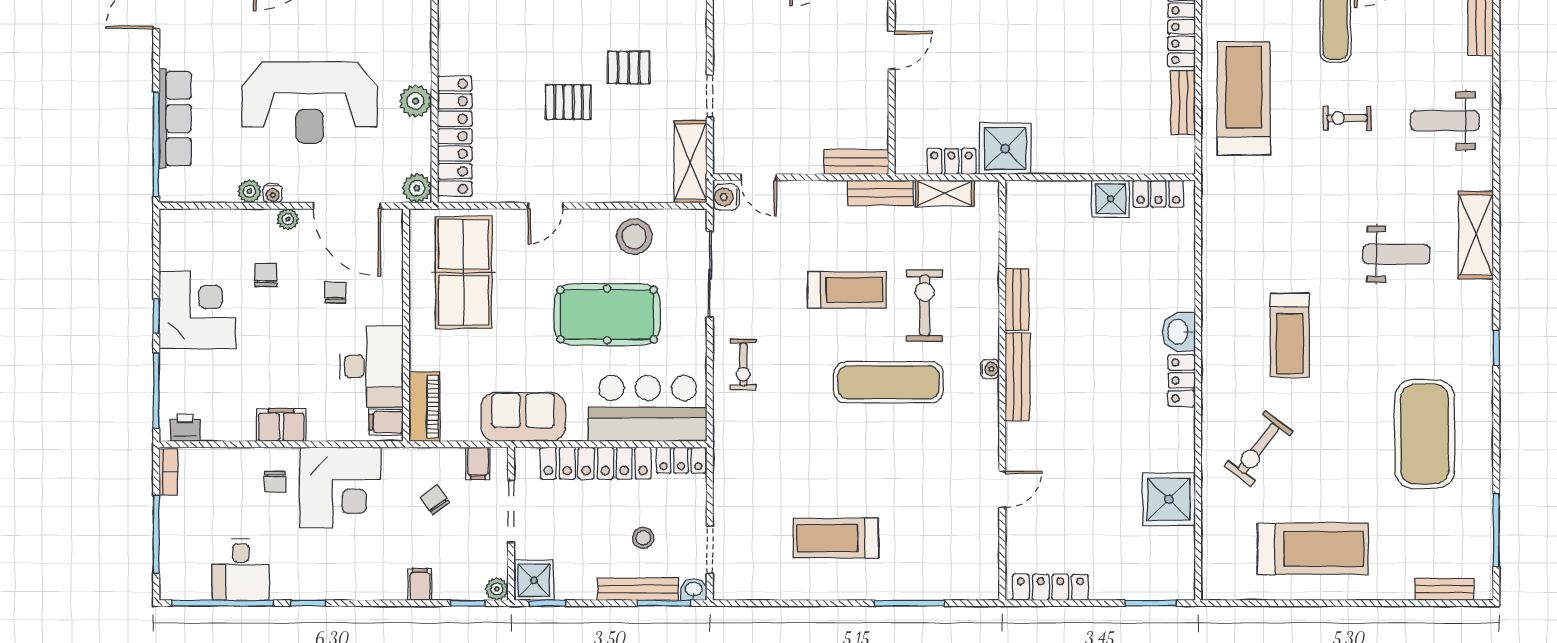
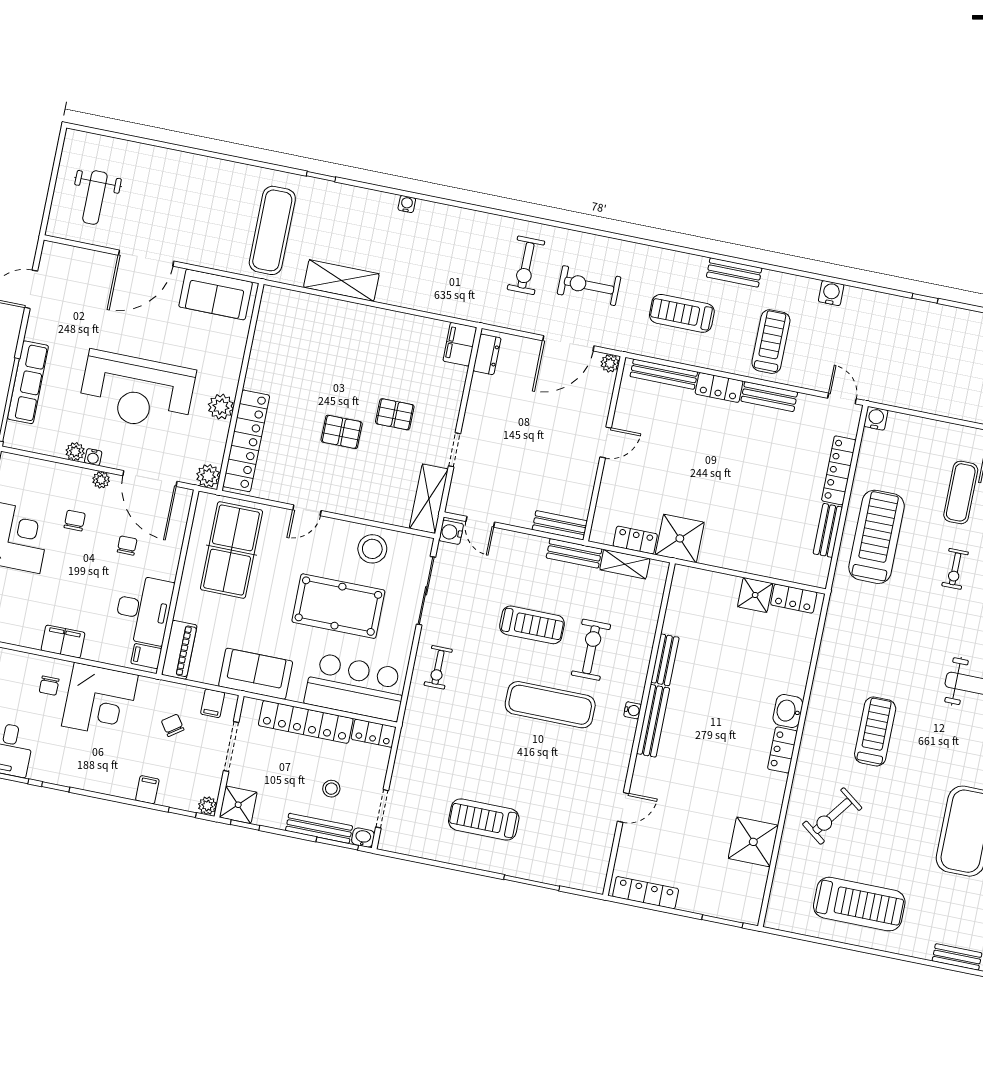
exercise bike: (1347, 118) -> (955, 569), turned -90
treadmill: (1290, 335) -> (875, 731), turned 180

